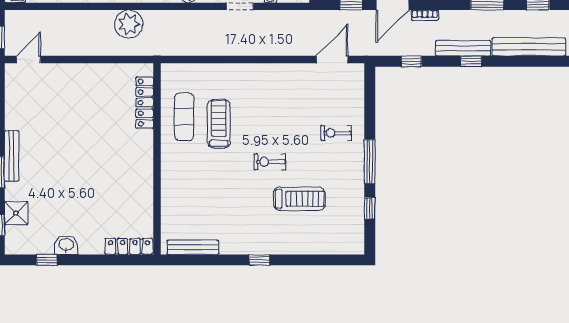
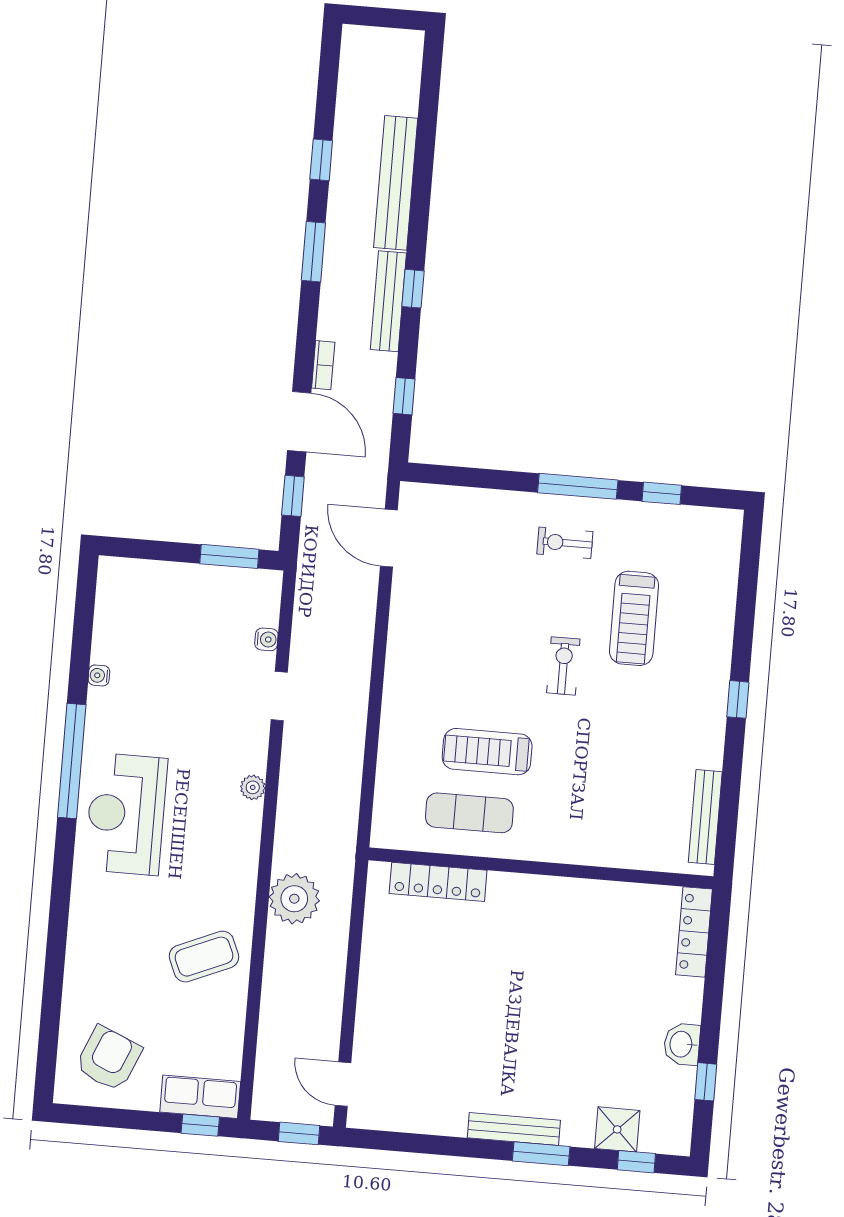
exercise bike: (336, 133) -> (565, 543), moved, turned 90
exercise bike: (270, 162) -> (563, 666), turned 180
treadmill: (299, 199) -> (634, 618), turned 180

